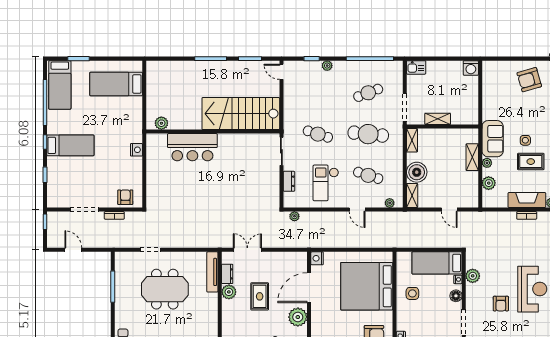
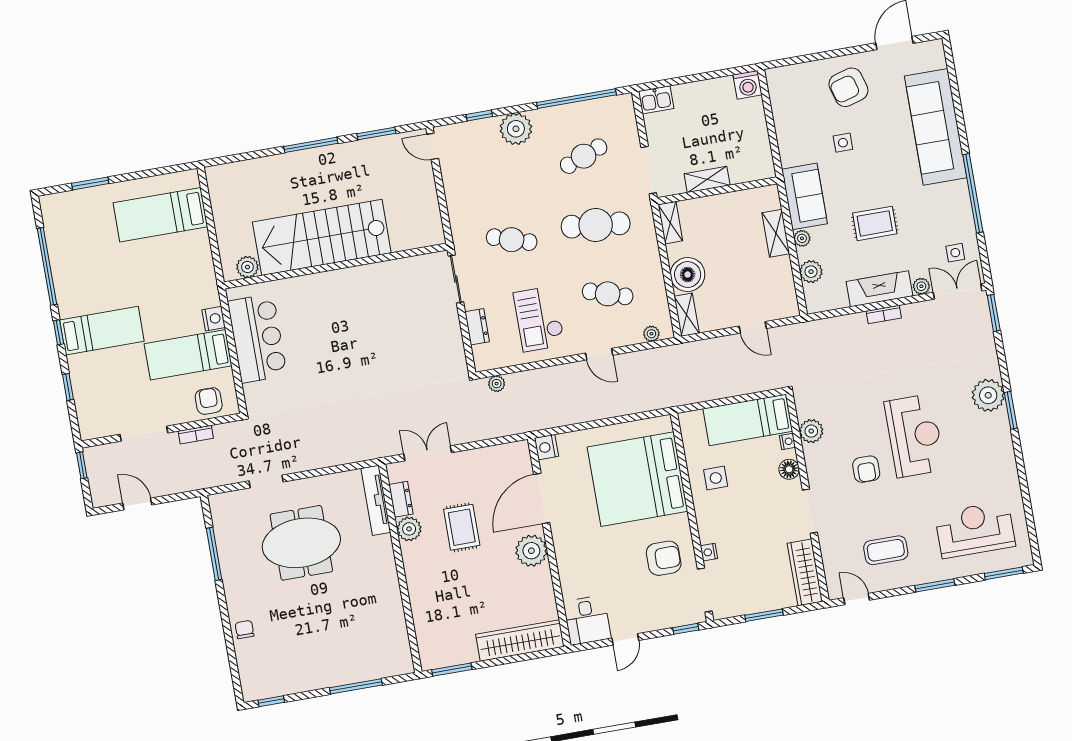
plant: (327, 66) -> (516, 129), width x1.87, depth x1.87
bed: (60, 85) -> (188, 355), moved, turned 90
stairs: (241, 114) -> (322, 237), moved
side table: (525, 140) -> (843, 143), moved
bar counter: (192, 147) -> (257, 338), moved, turned -90

